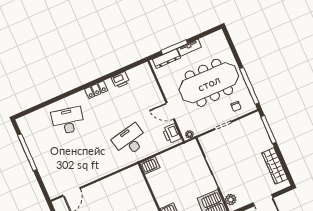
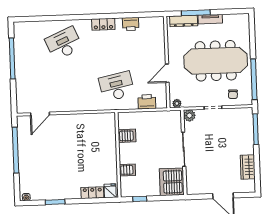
door: (170, 111) -> (167, 73), hinge flipped
desk: (68, 121) -> (64, 43), turned -36
printer: (172, 134) -> (147, 102), moved, turned 90
server rack: (150, 165) -> (127, 136), moved
wardrobe: (275, 166) -> (248, 167), width x0.67
plant: (231, 199) -> (189, 115), moved

